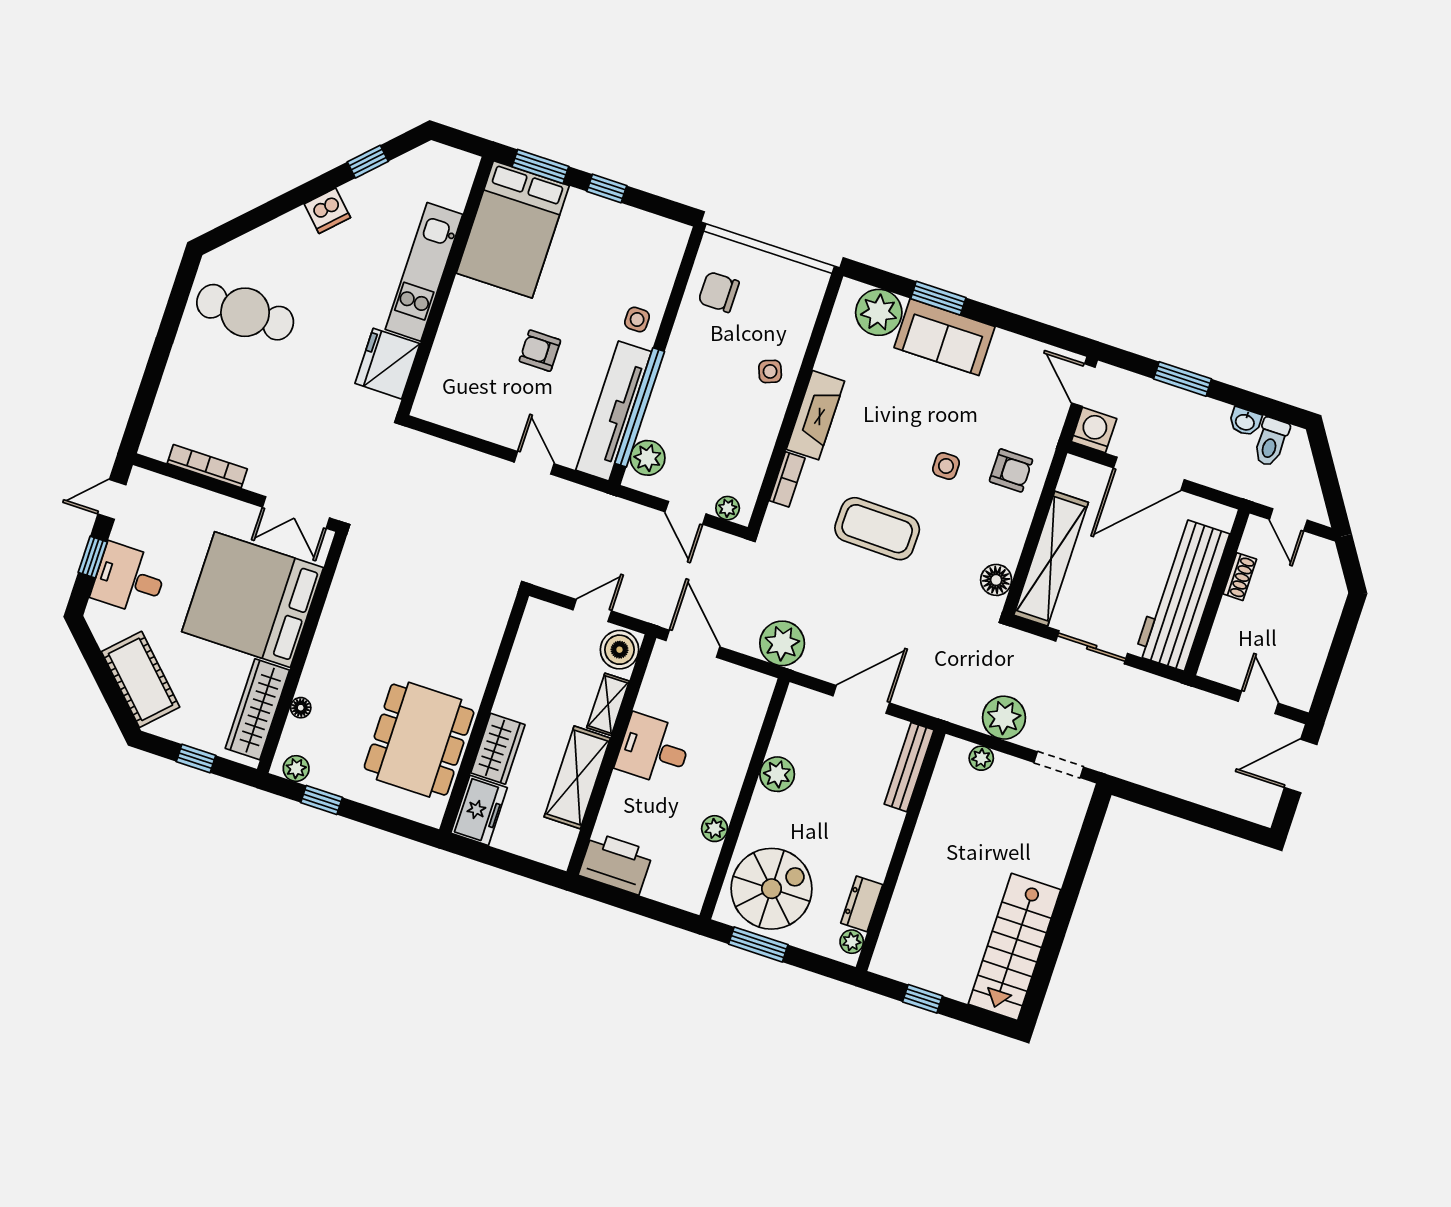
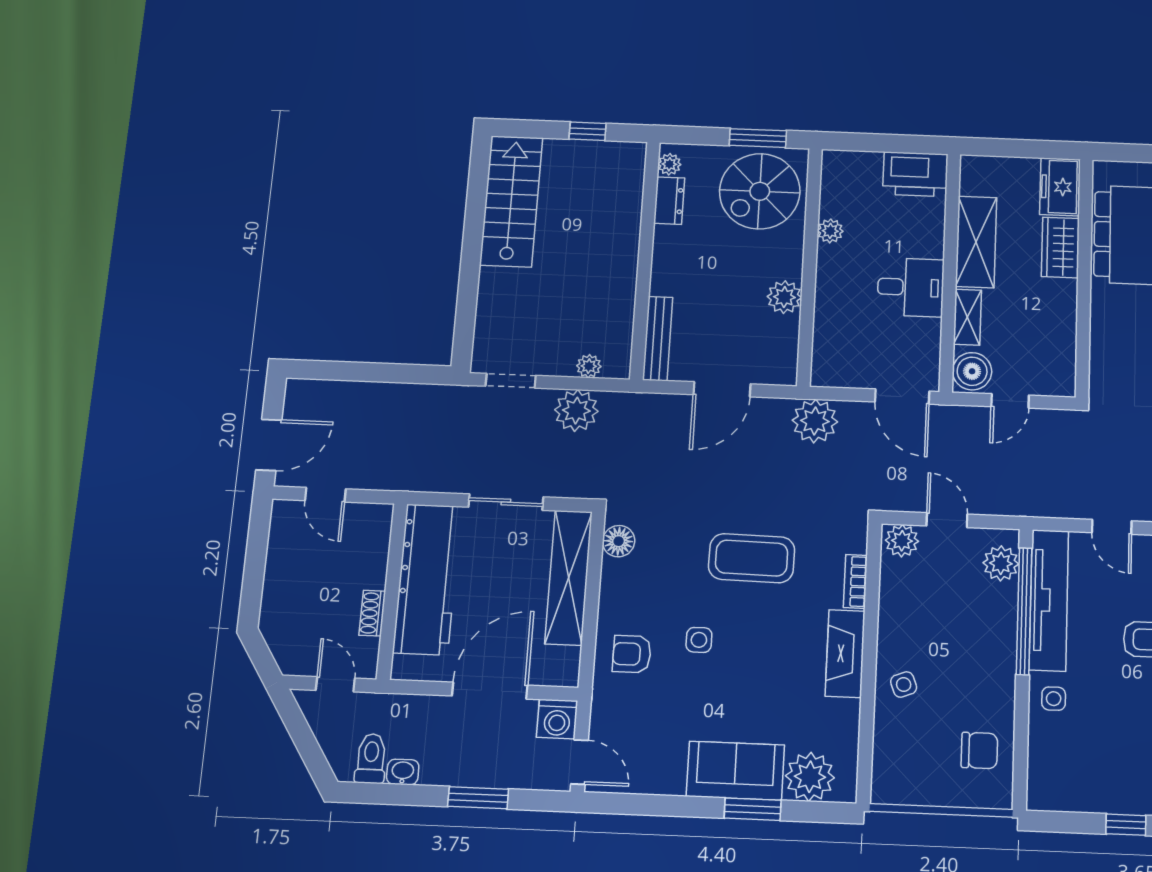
plant: (728, 508) -> (902, 541), width x1.38, depth x1.38

